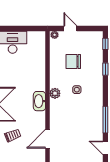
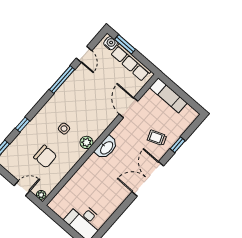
door: (70, 28) -> (22, 188), swing flipped
door: (48, 139) -> (129, 108), swing flipped

